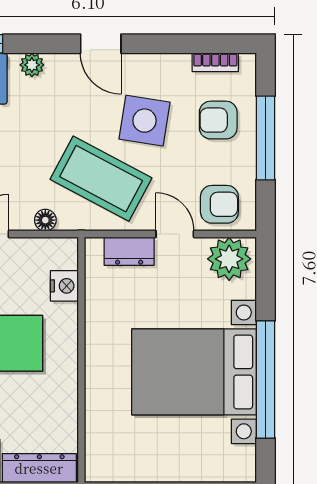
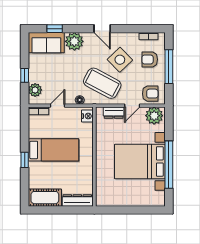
plant: (32, 65) -> (74, 41), width x1.88, depth x1.88
side table: (145, 121) -> (120, 60), turned 37
door: (175, 234) -> (132, 106), swing flipped
nightstand: (64, 286) -> (87, 116), moved

